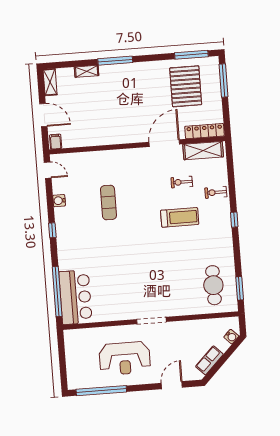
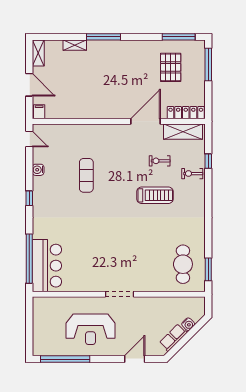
pallet: (186, 86) -> (171, 67), width x0.73, depth x0.71
window: (234, 220) -> (208, 161), moved
water cooler: (231, 337) -> (188, 324), moved

